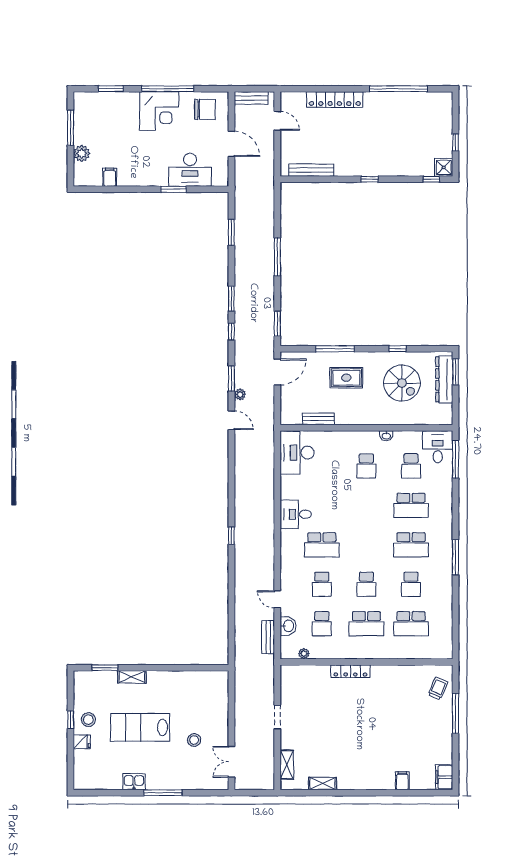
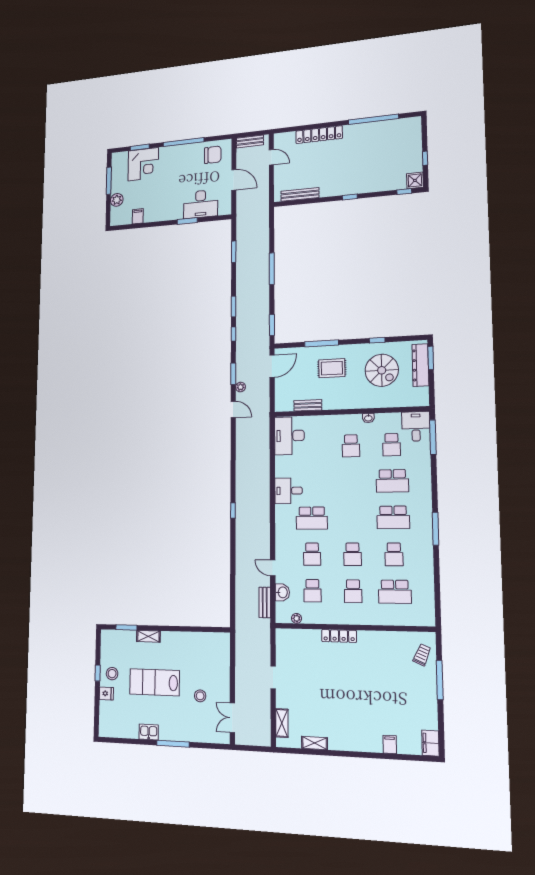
corner desk: (159, 111) -> (143, 164), moved
school desk: (366, 624) -> (353, 591), width x0.54

